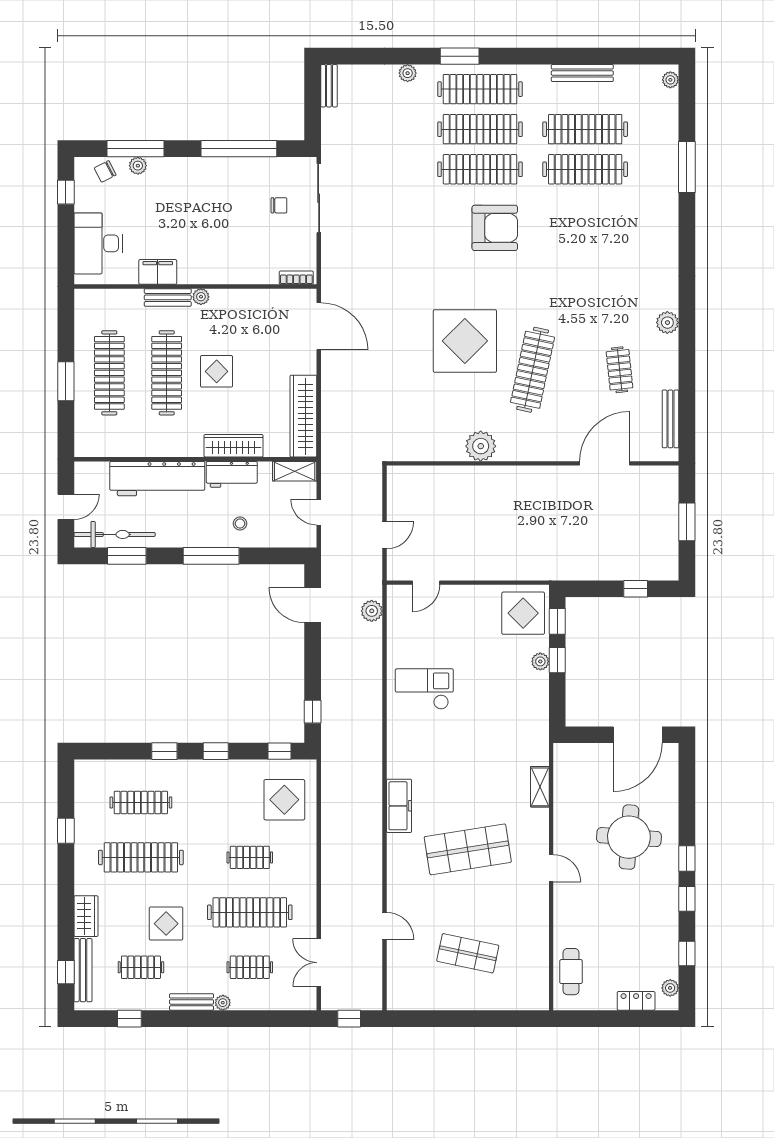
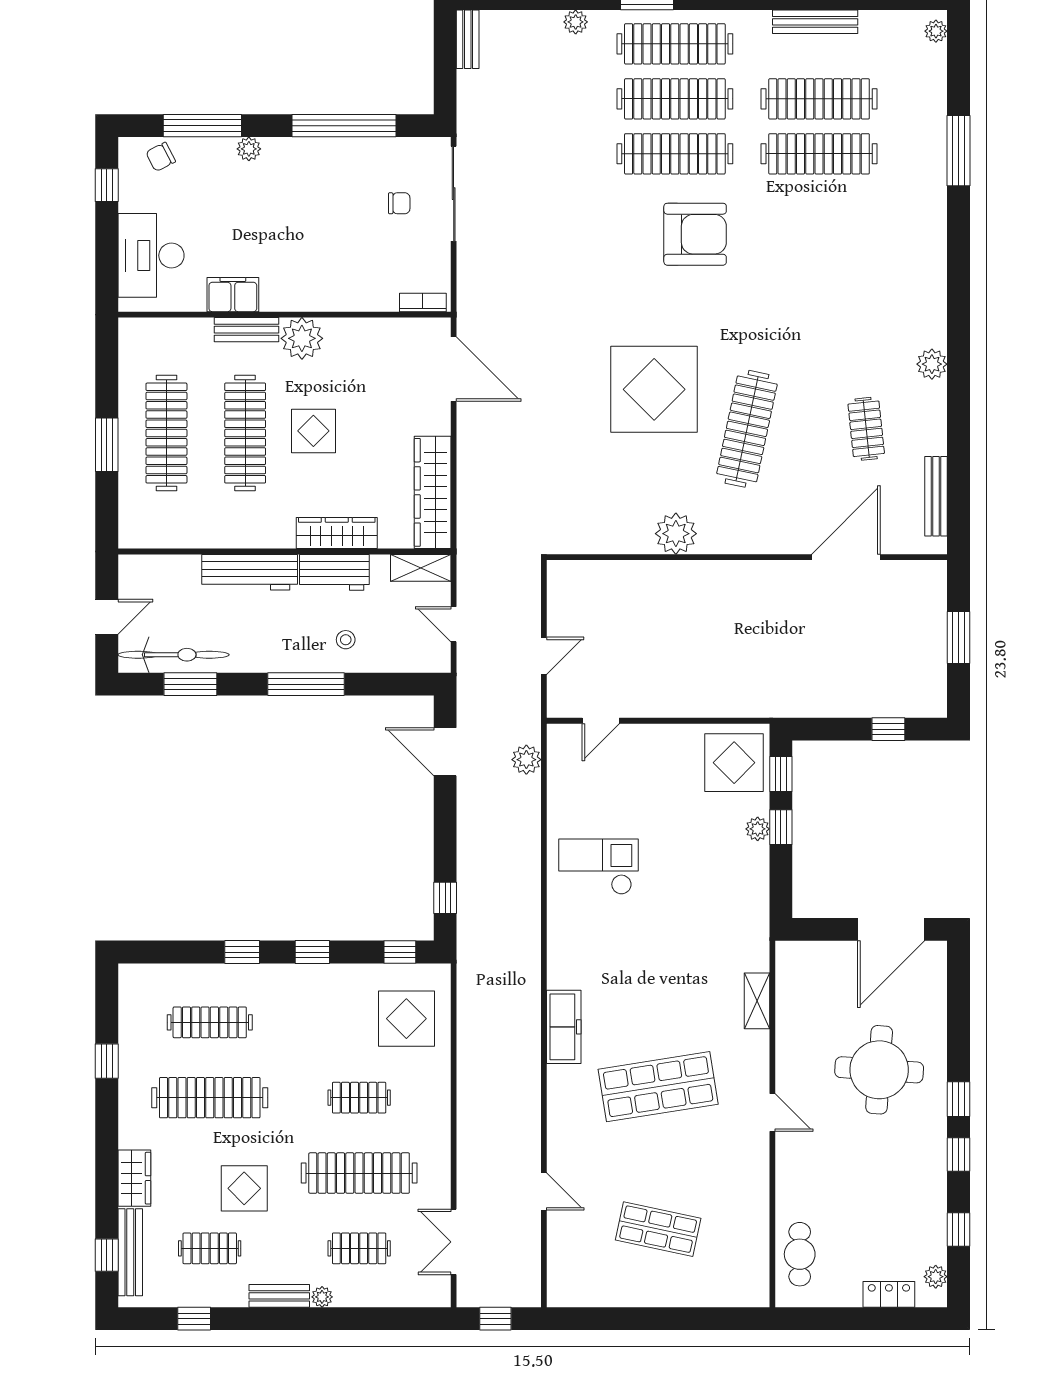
plant: (138, 166) -> (249, 149), moved
plant: (201, 297) -> (302, 338), width x1.87, depth x1.87
workbench: (157, 479) -> (250, 572), width x0.73, depth x0.76

